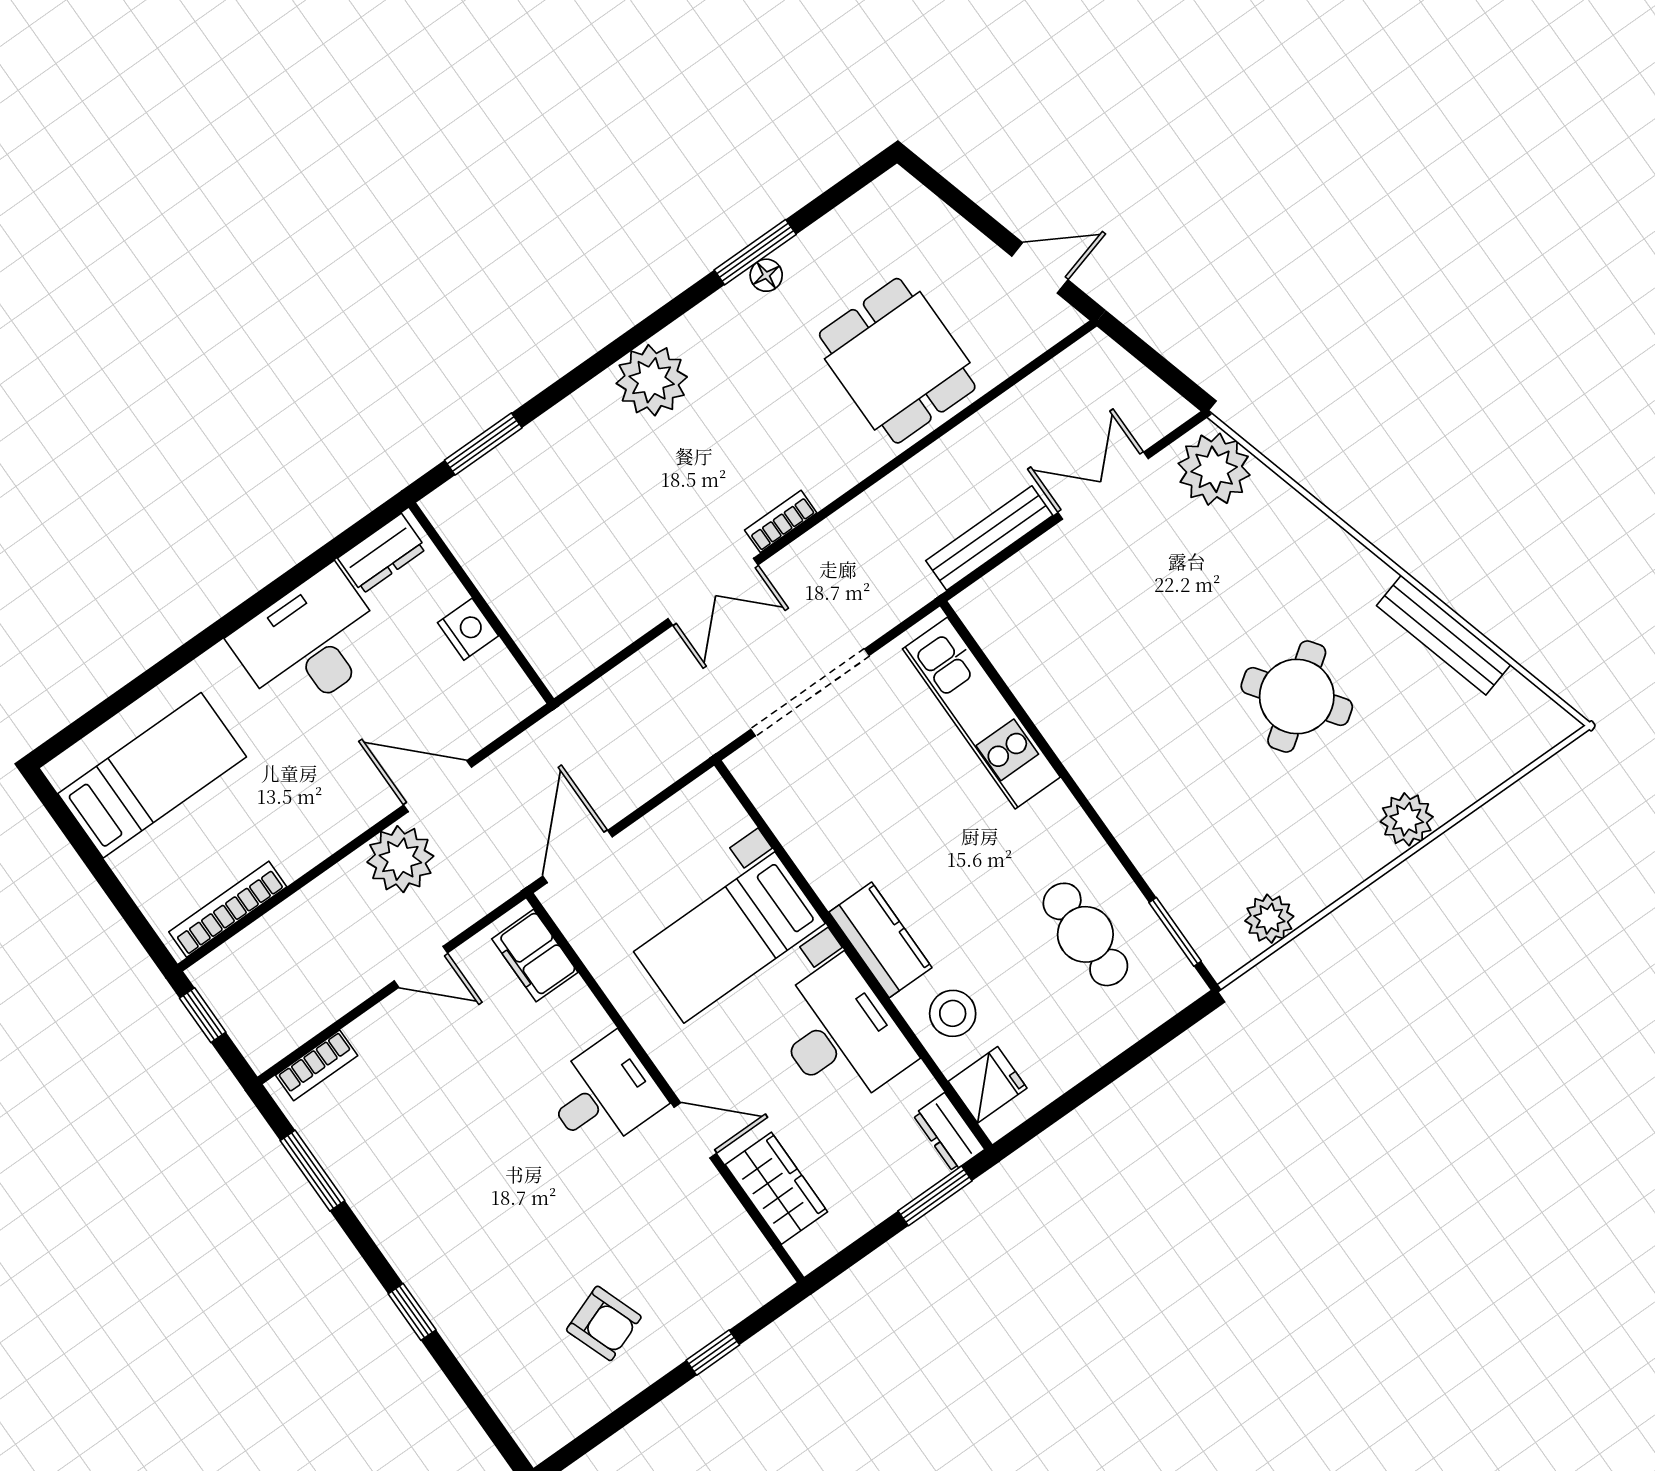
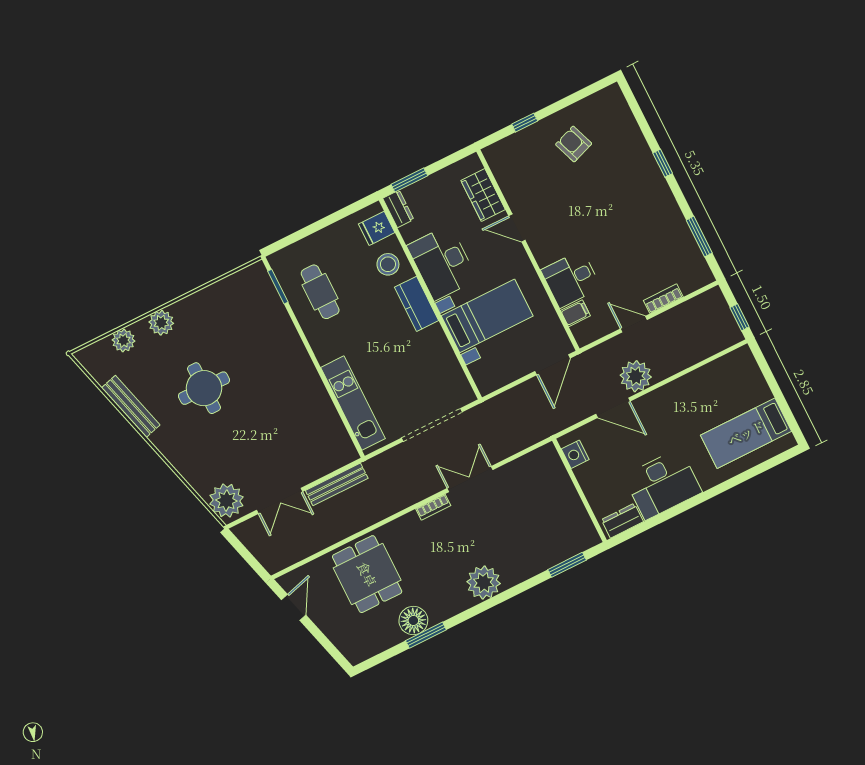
door: (1040, 268) -> (294, 607), swing flipped
floor lamp: (766, 275) -> (413, 621), width x1.89, depth x1.89
nightstand: (468, 629) -> (575, 454), moved
round table: (1297, 696) -> (204, 388), turned 36
bookcase: (228, 909) -> (720, 365), removed
plant: (1269, 919) -> (123, 340), moved
filing cabinet: (535, 956) -> (575, 313), width x0.50
bookcase: (317, 1065) -> (663, 299), moved
desk: (604, 1094) -> (571, 279), moved

